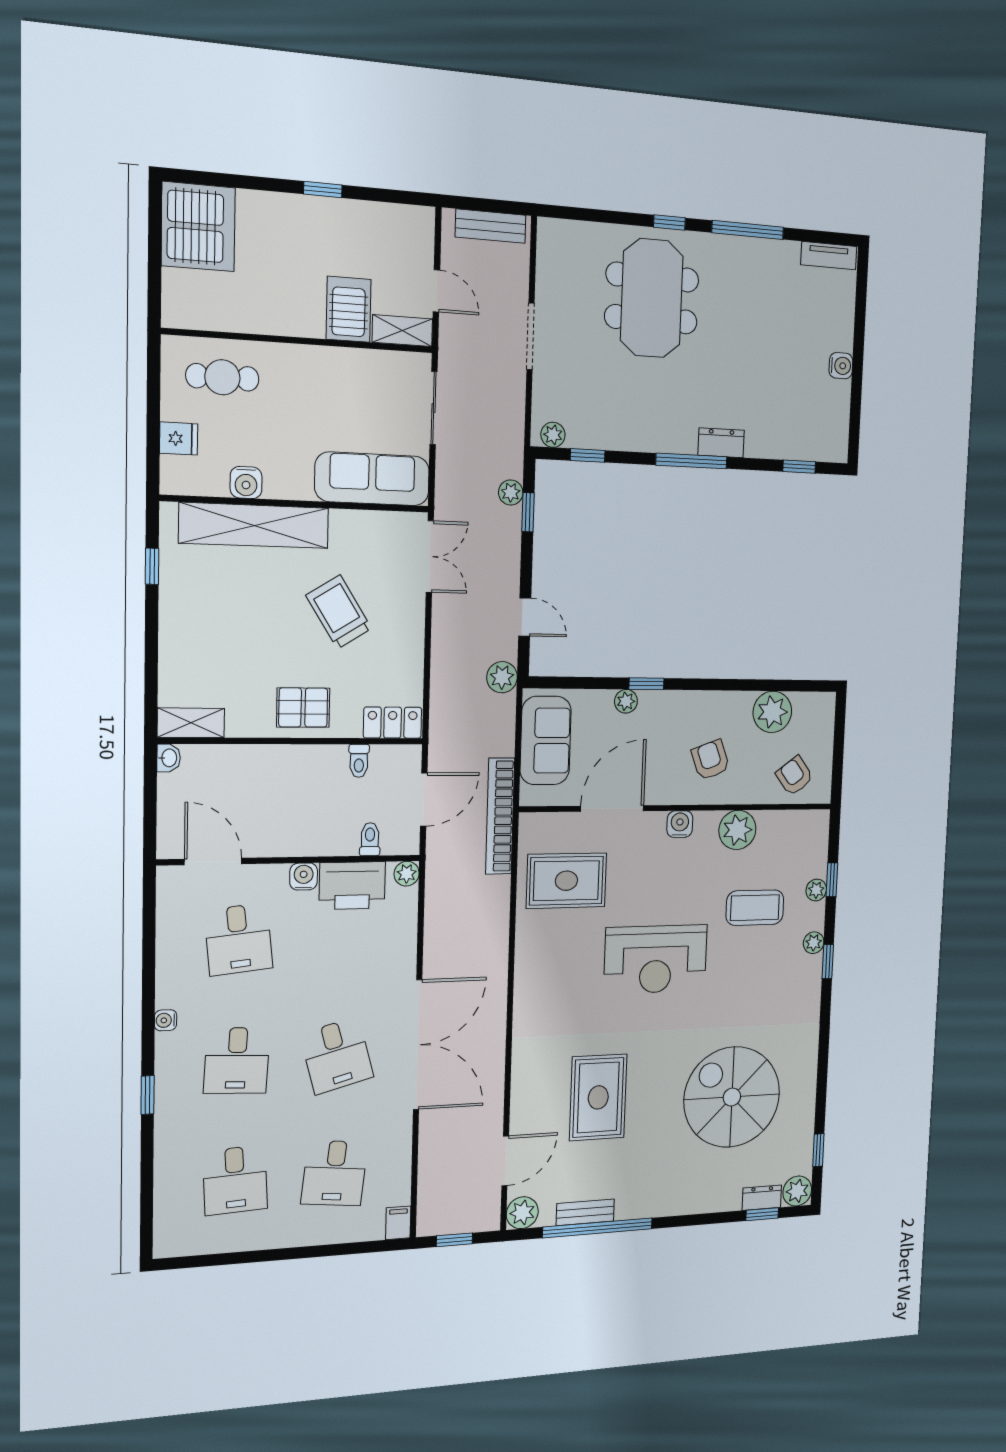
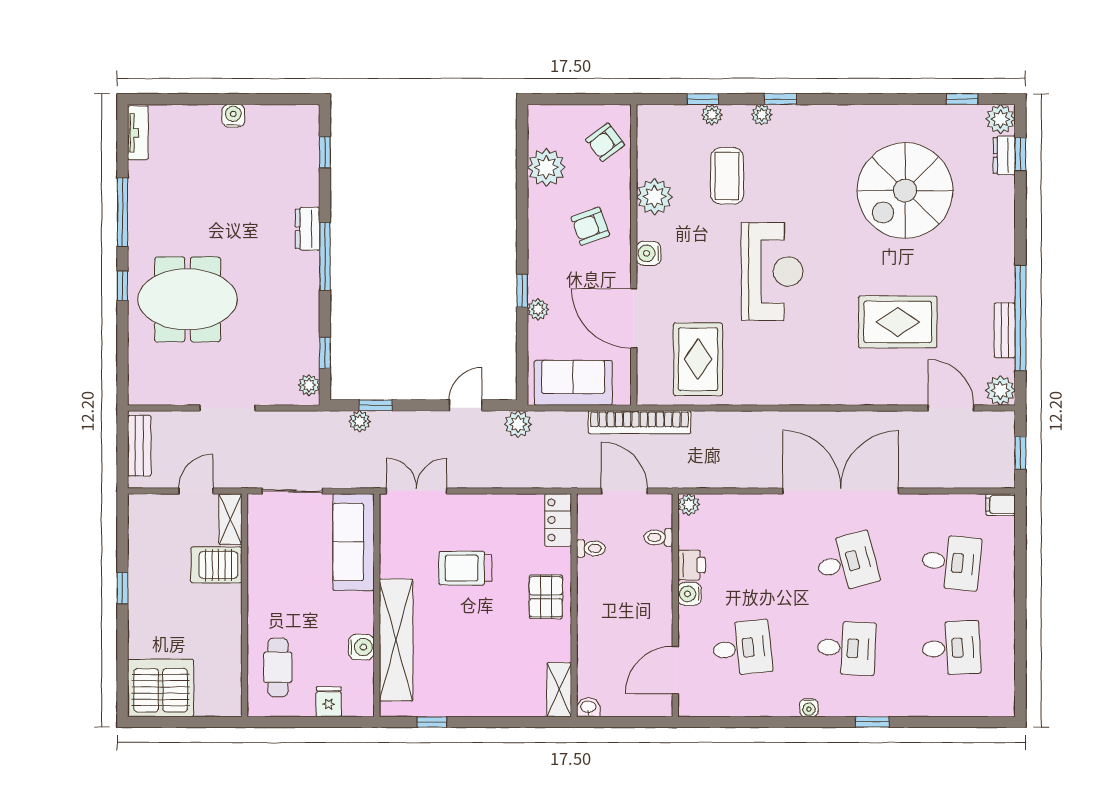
trolley: (339, 612) -> (465, 568), turned 32
printer: (352, 886) -> (692, 565), width x0.53, depth x0.68

